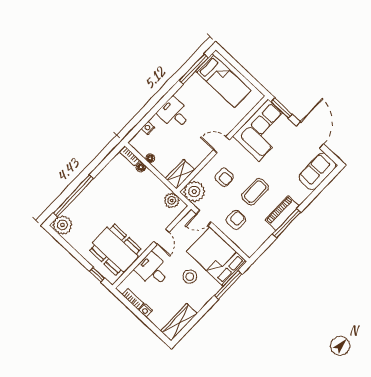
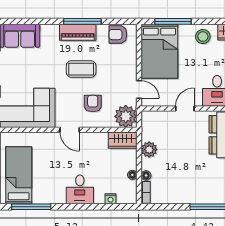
plant: (172, 200) -> (149, 149), moved
armchair: (236, 220) -> (118, 35), moved
stool: (190, 277) -> (203, 37), moved

